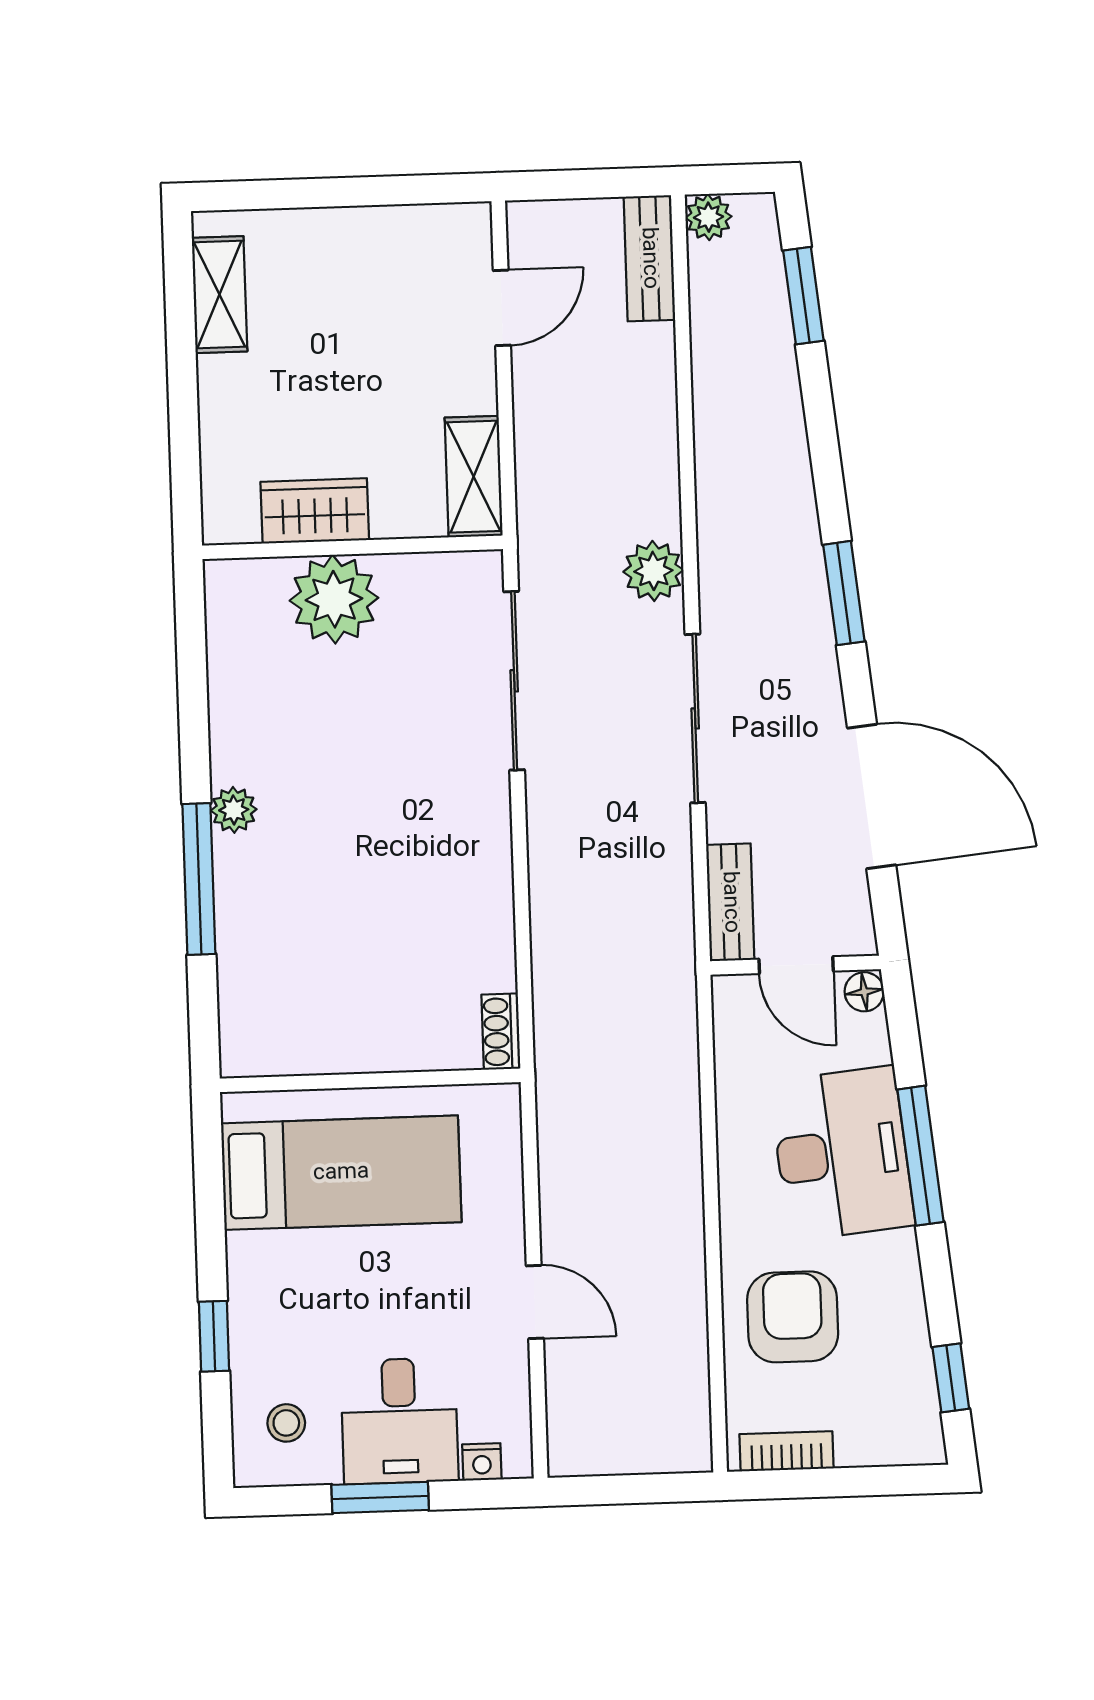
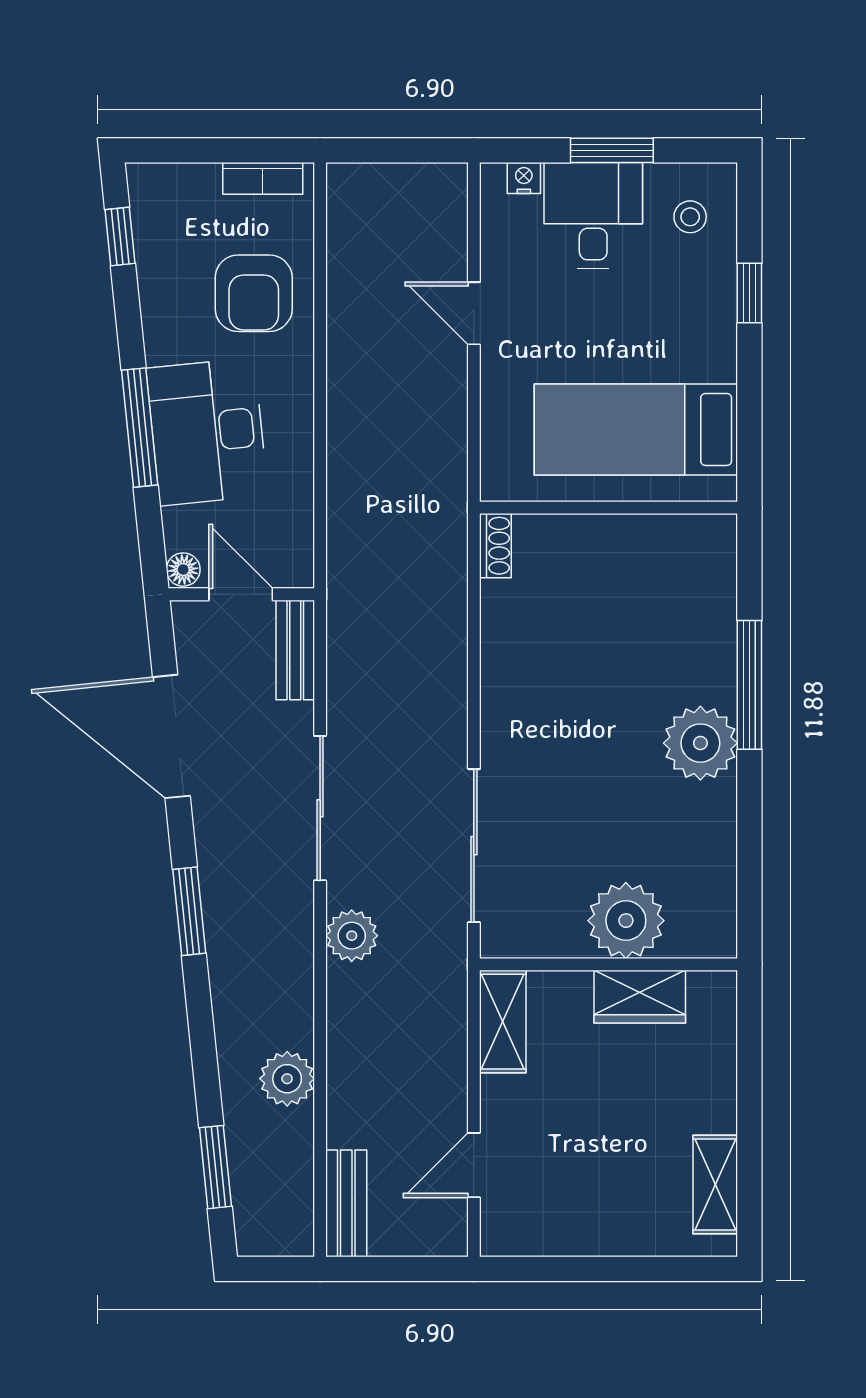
plant: (709, 217) -> (287, 1079), moved, width x1.38, depth x1.38
plant: (234, 810) -> (700, 743), width x1.87, depth x1.87

